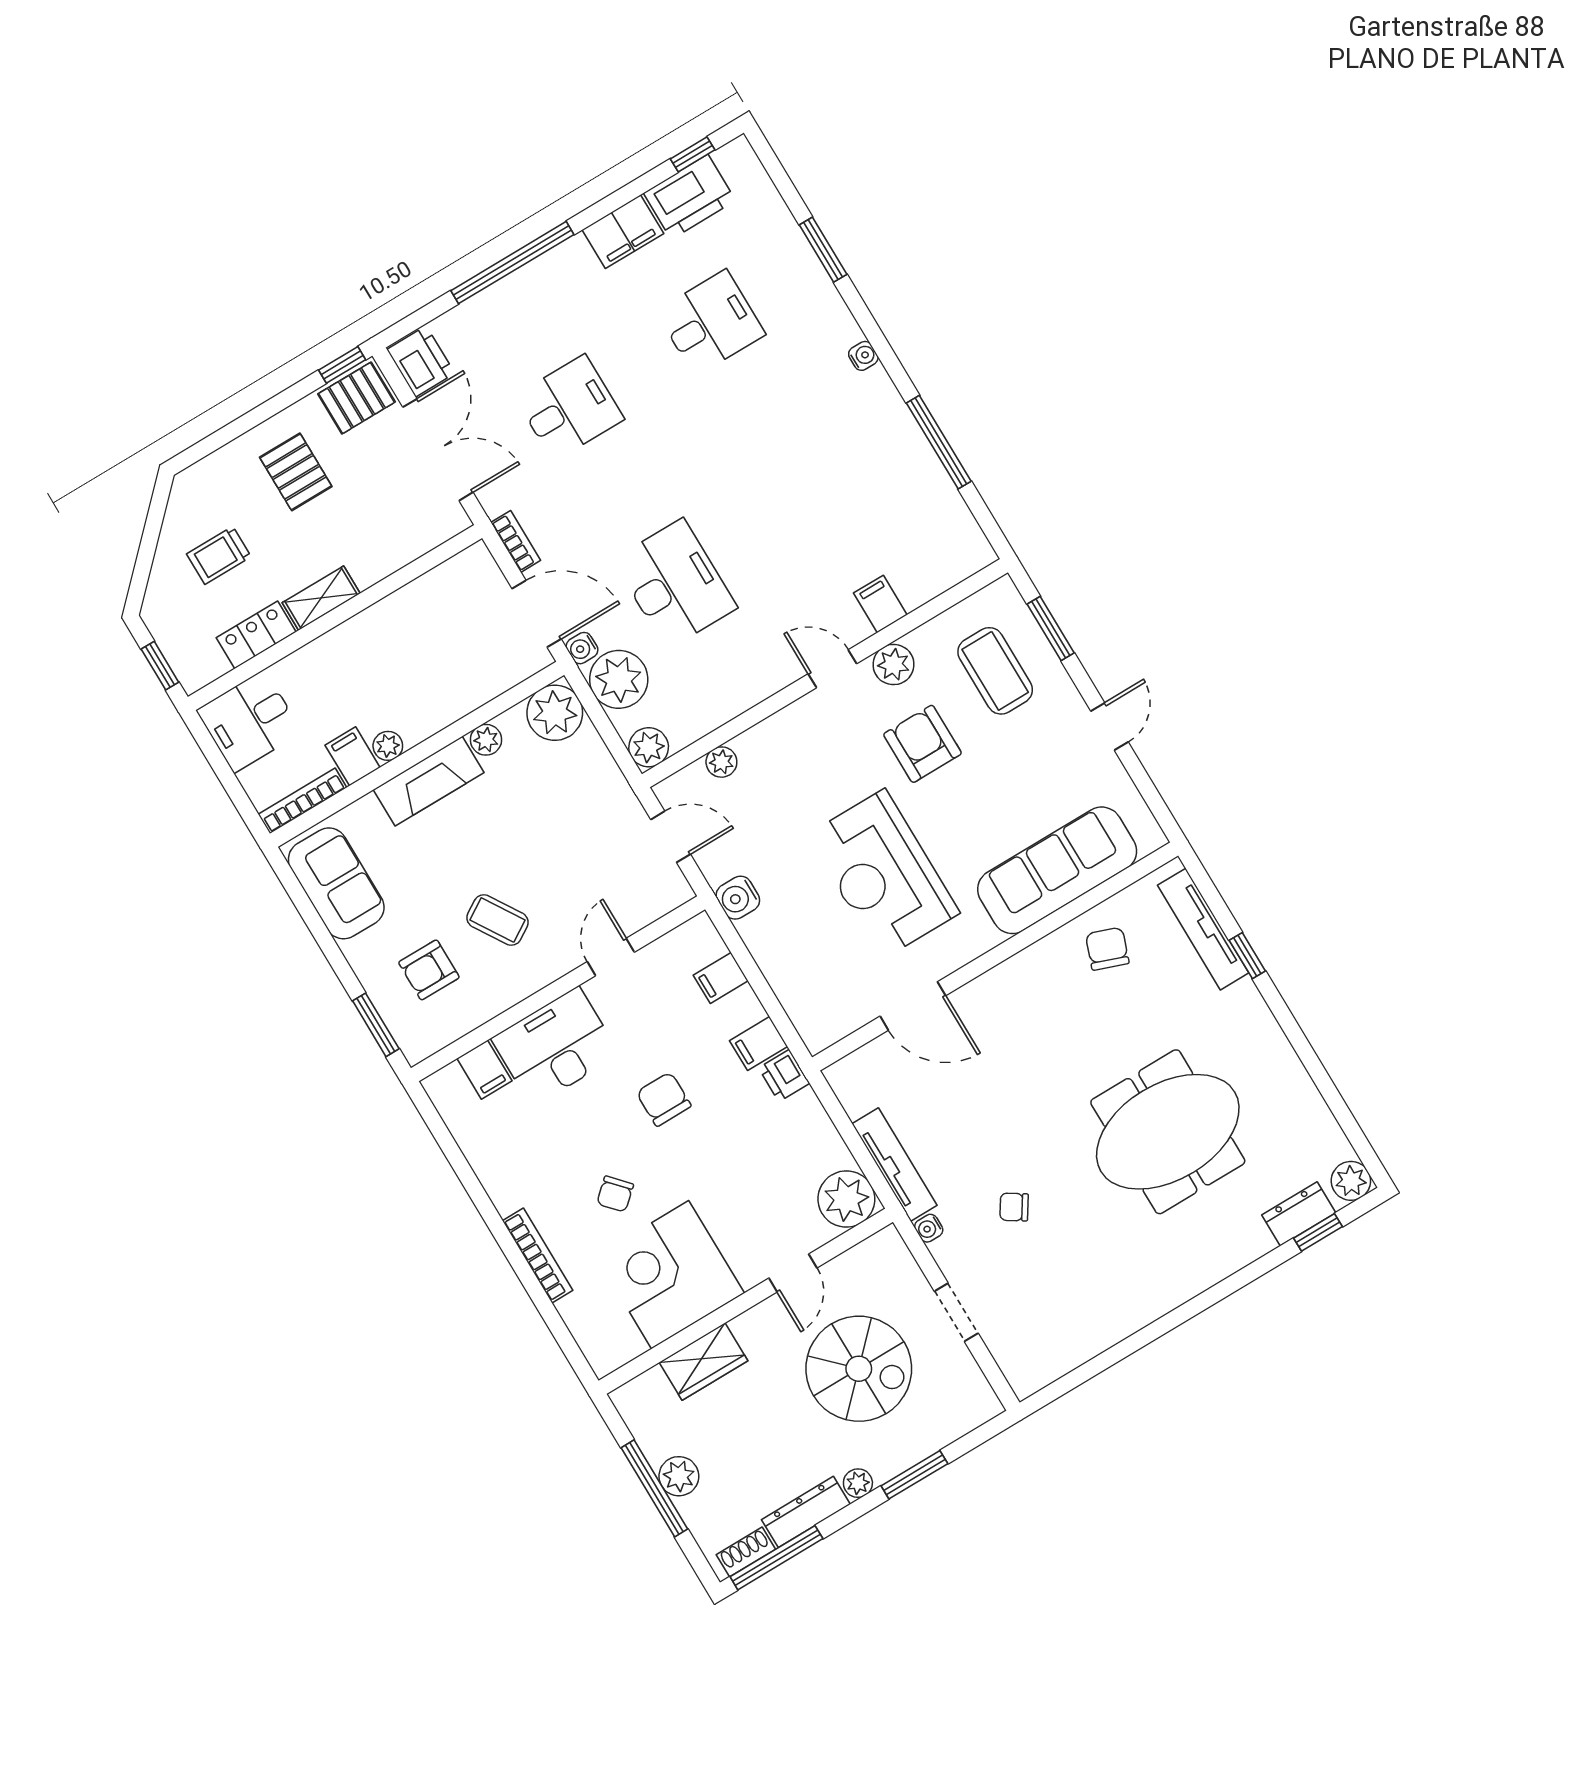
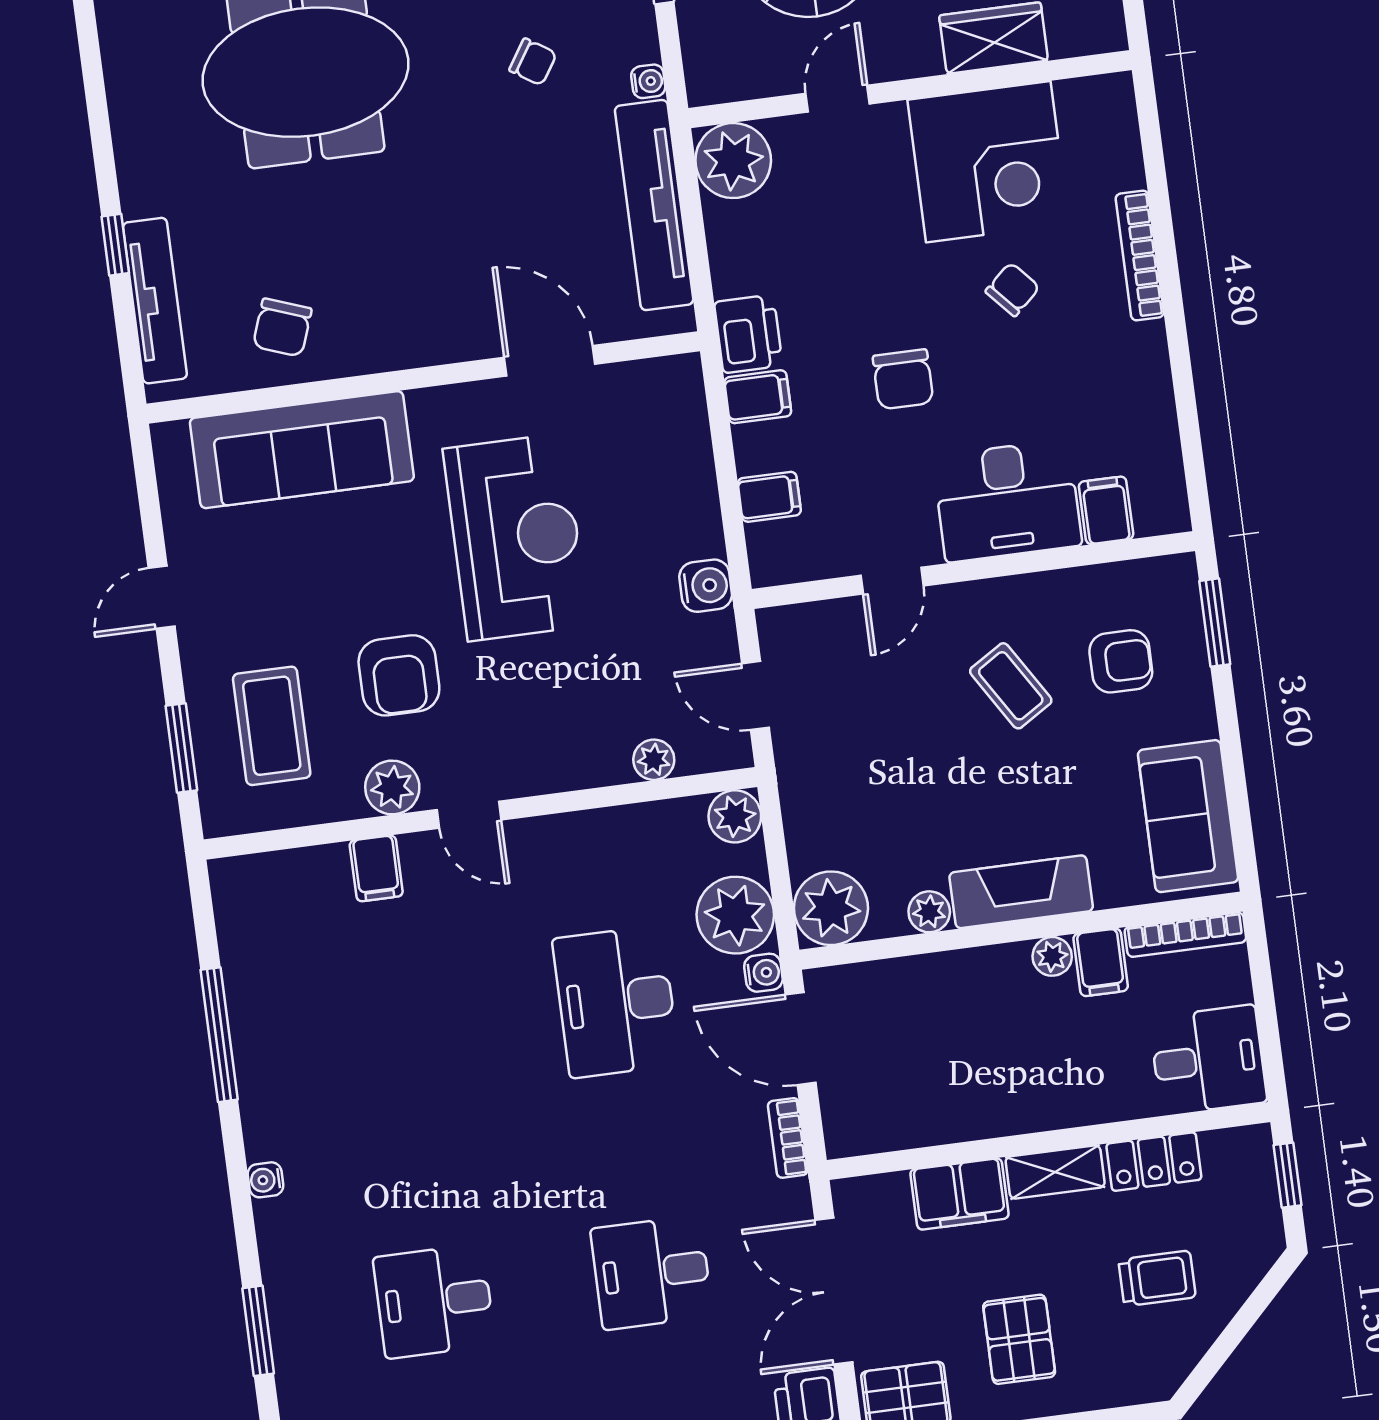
filing cabinet: (380, 554) -> (959, 1194), added
printer: (784, 1076) -> (748, 334), width x1.36, depth x1.24
tv unit: (894, 1165) -> (654, 205), width x1.36, depth x1.29

